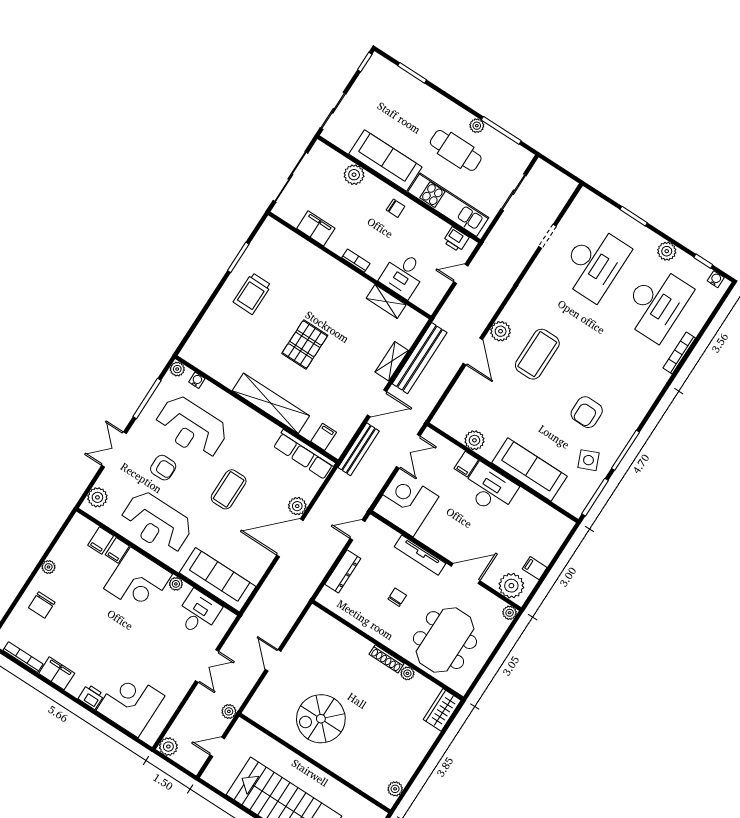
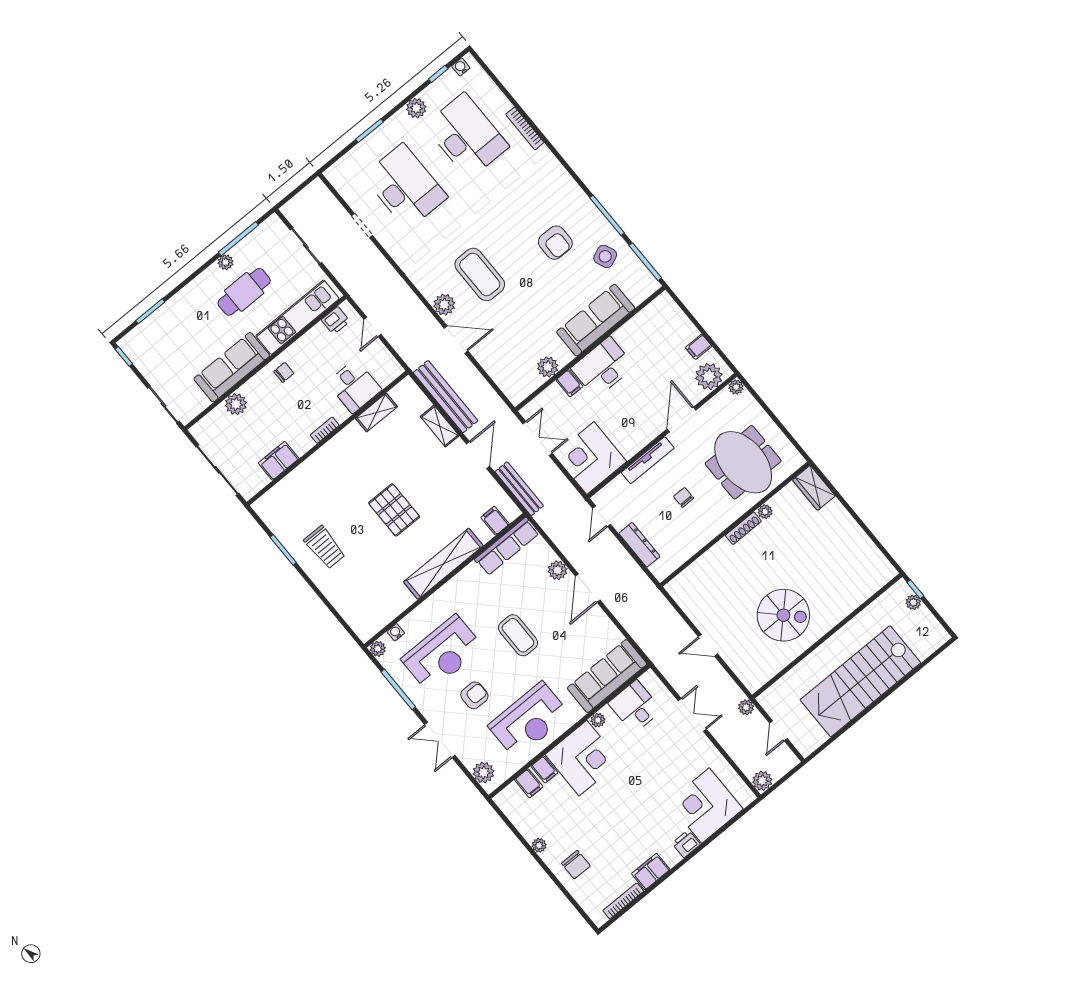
door: (290, 538) -> (588, 588), width x0.73
spiral stairs: (321, 719) -> (783, 615), turned -90
plant: (395, 789) -> (880, 562), removed

